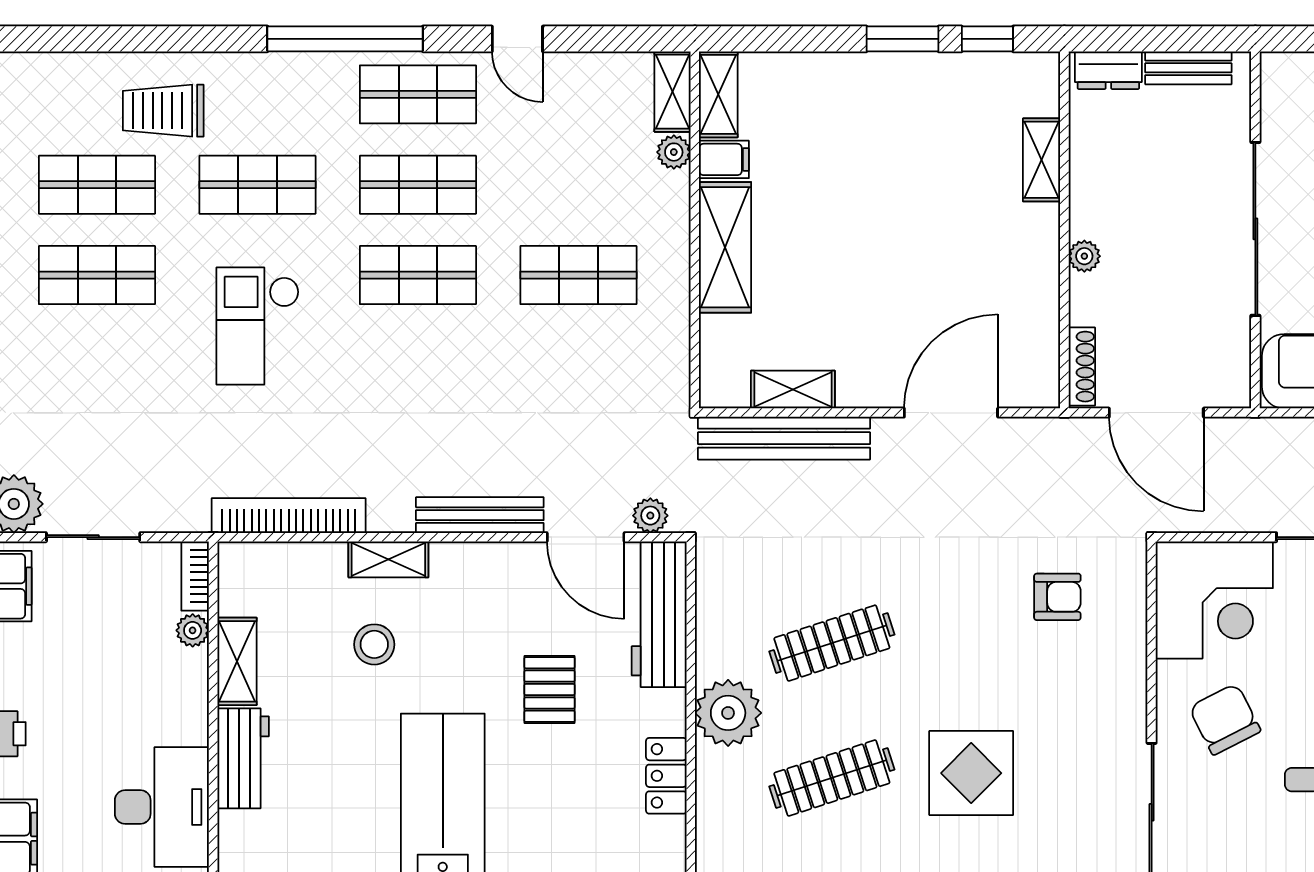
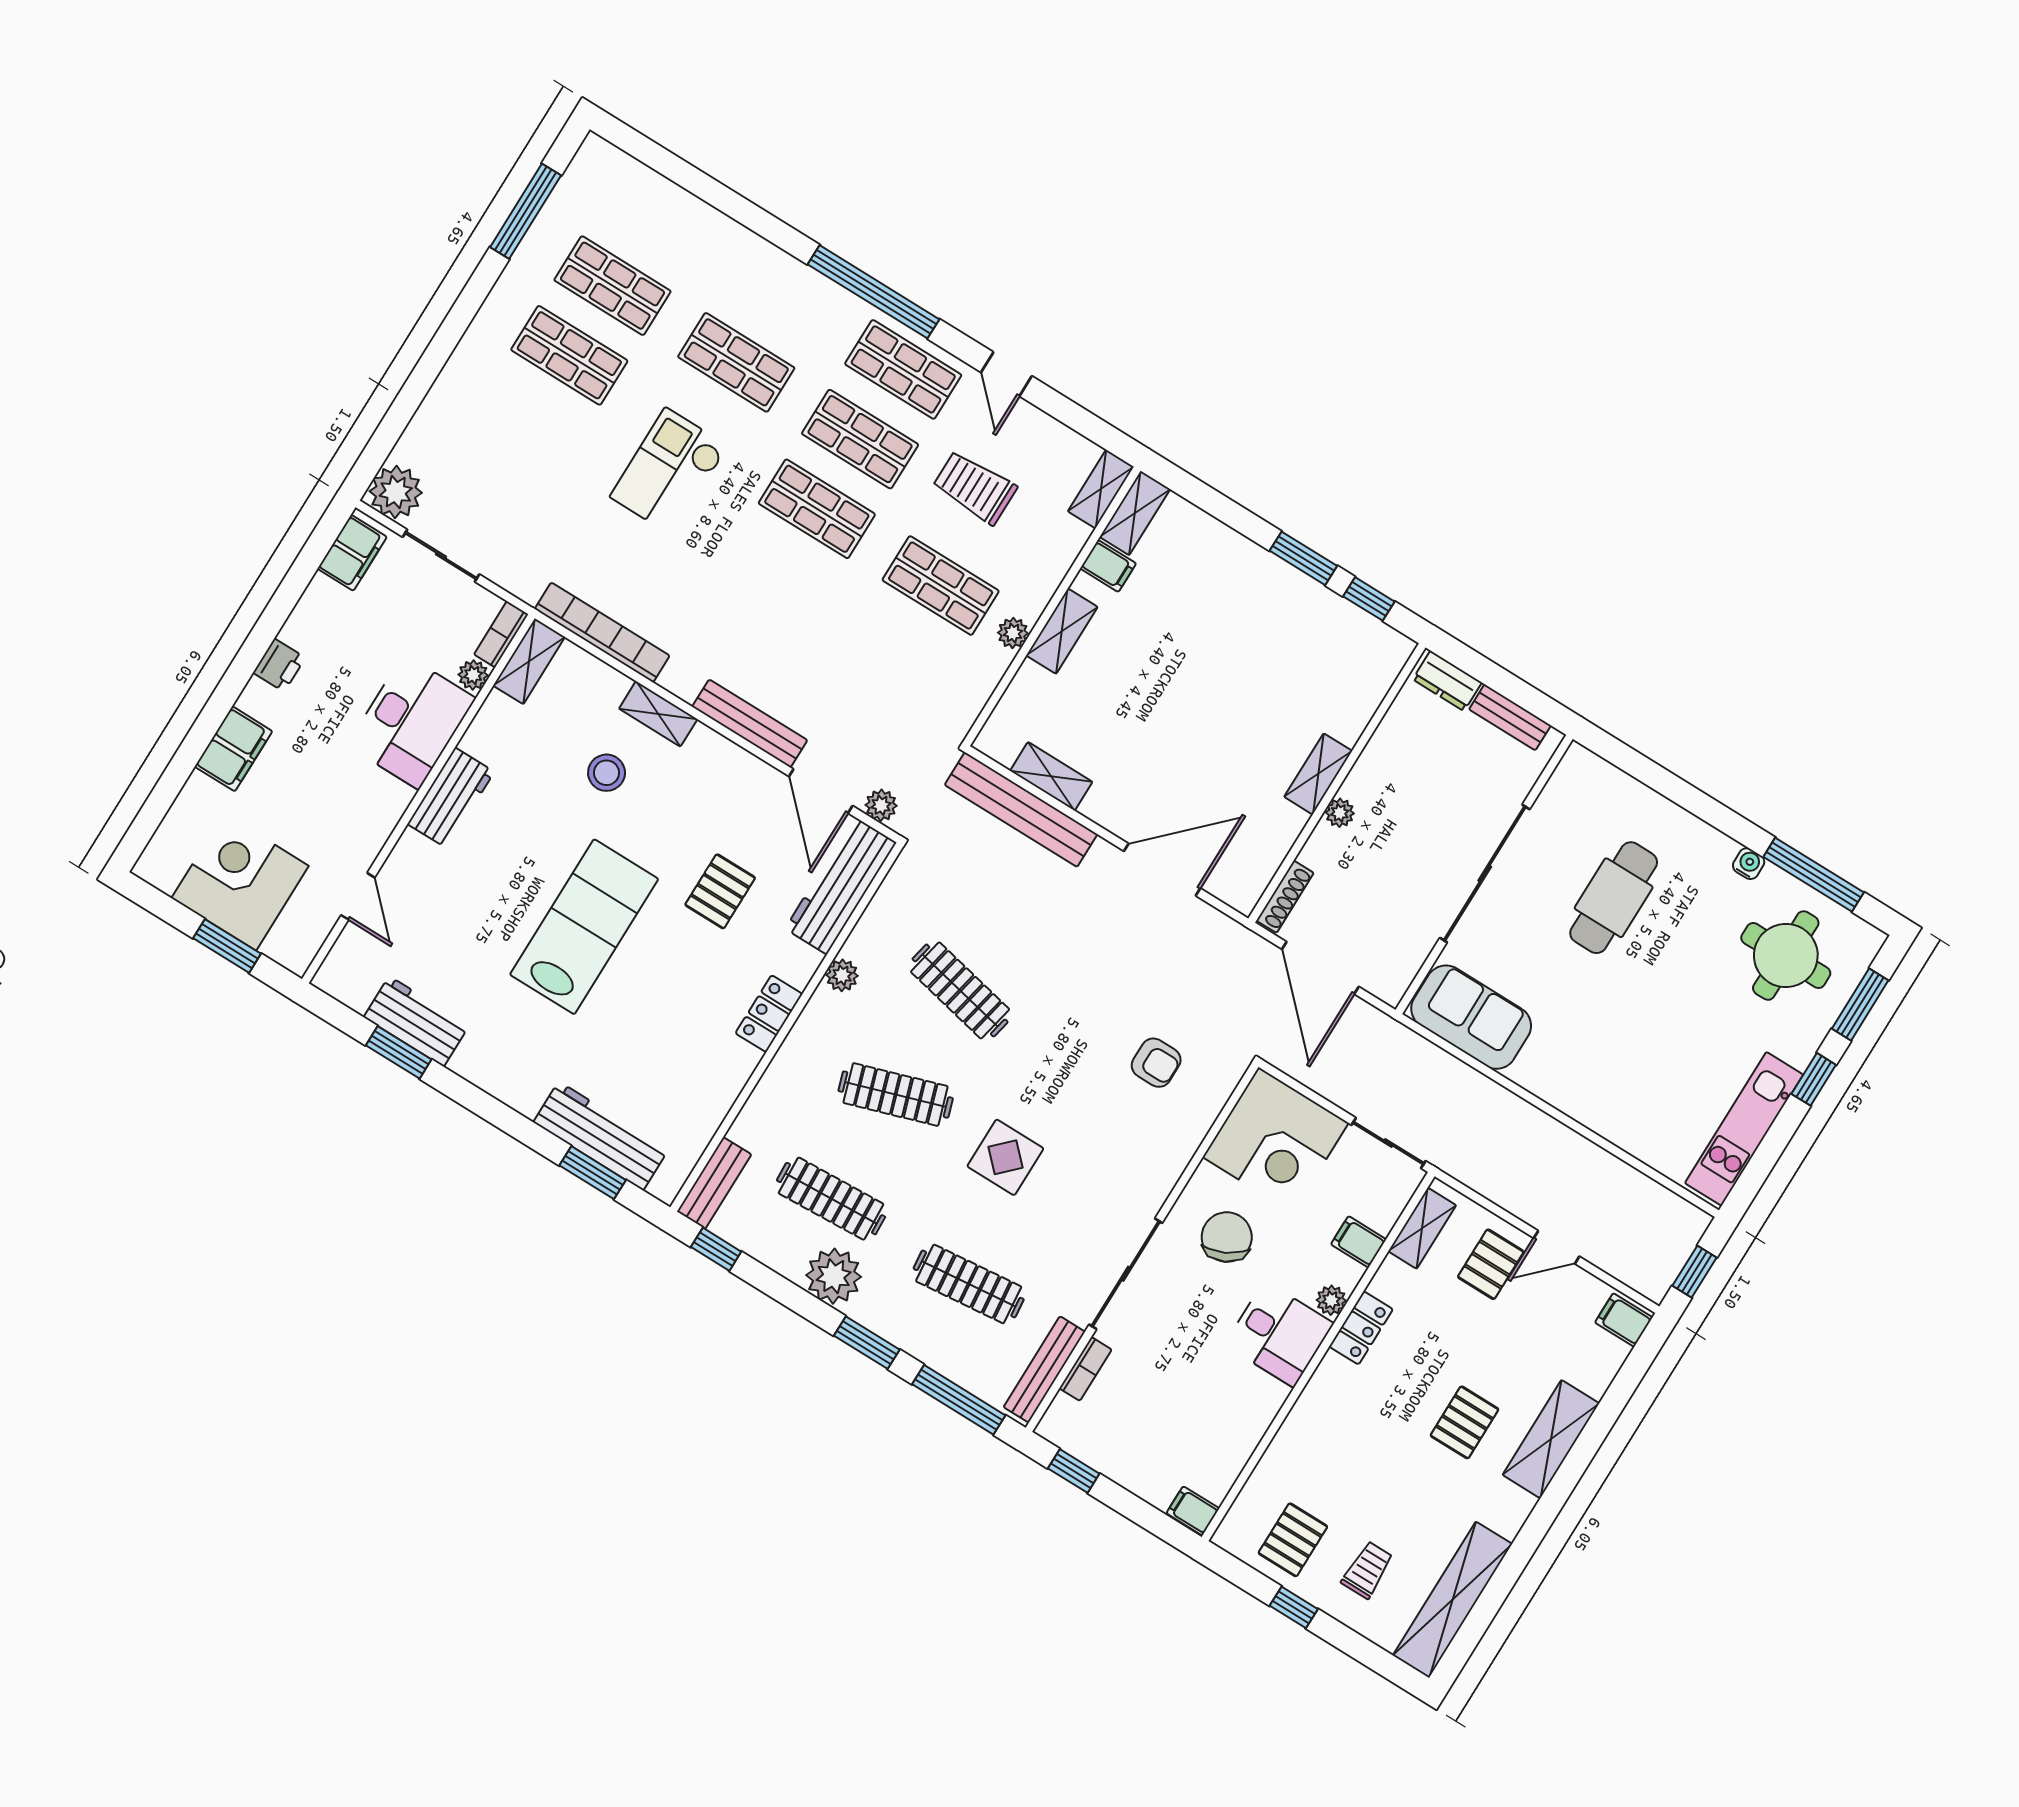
trolley: (163, 111) -> (975, 487), moved
plant: (674, 152) -> (1013, 633), moved
shelving: (1042, 160) -> (1318, 774), moved
shelving: (725, 247) -> (1062, 631), width x0.67, depth x0.75
clothes rail: (832, 643) -> (960, 990), turned 30
shelving: (237, 661) -> (529, 661), moved
plant: (728, 713) -> (842, 975), width x0.53, depth x0.53
display table: (971, 773) -> (1005, 1157), width x0.73, depth x0.73
desk: (162, 807) -> (411, 722), moved

